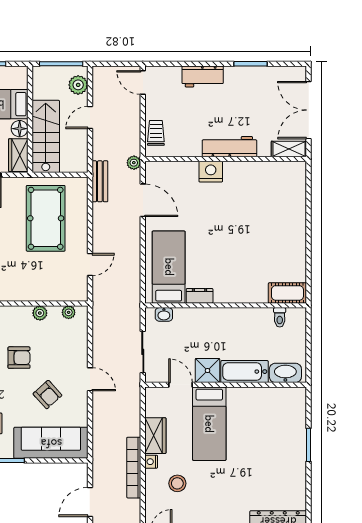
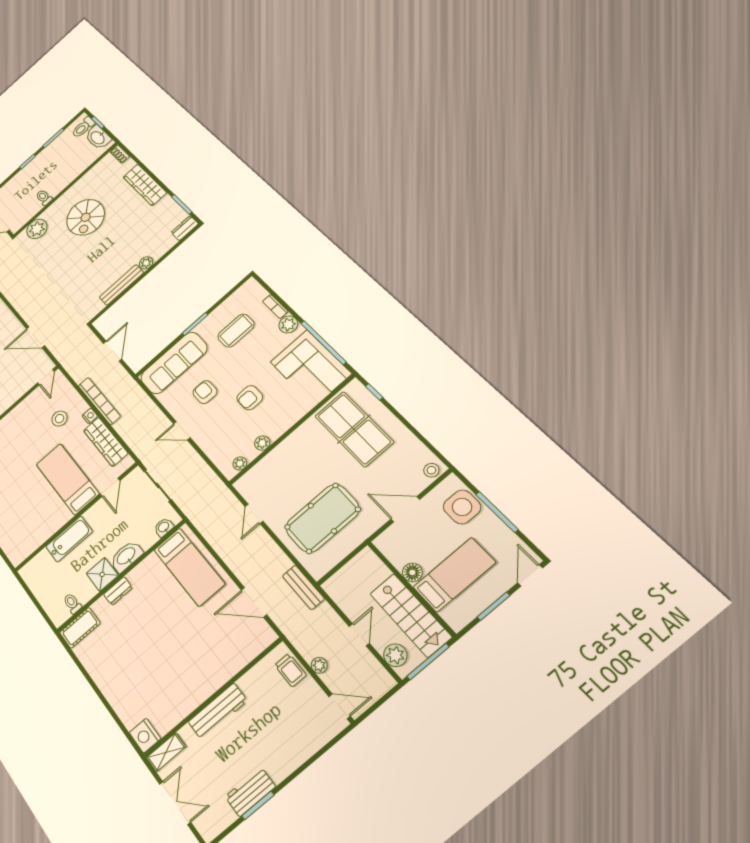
workbench: (203, 76) -> (250, 792), moved
double door: (309, 110) -> (175, 803), width x0.73
stairs: (46, 136) -> (410, 615), moved
wardrobe: (18, 155) -> (393, 549), removed
plant: (134, 163) -> (319, 665), moved
nightstand: (211, 172) -> (145, 736), moved, turned 90
pool table: (46, 218) -> (322, 518), turned 90
dresser: (200, 296) -> (118, 591), moved
shower: (207, 371) -> (102, 574), moved
washbasin: (285, 373) -> (126, 556), moved, turned 180
door: (181, 385) -> (110, 487), hinge flipped
armchair: (47, 395) -> (205, 392), turned 42
wardrobe: (155, 436) -> (106, 442), width x1.50

